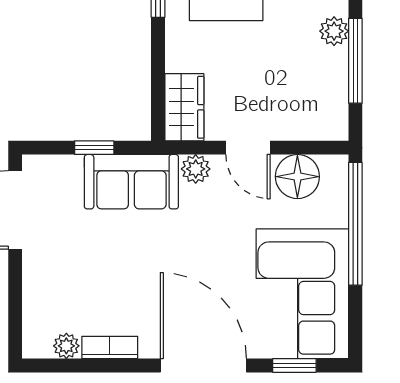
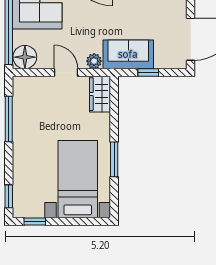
plant: (334, 31) -> (20, 135), removed
floor lamp: (297, 177) -> (25, 57), moved

